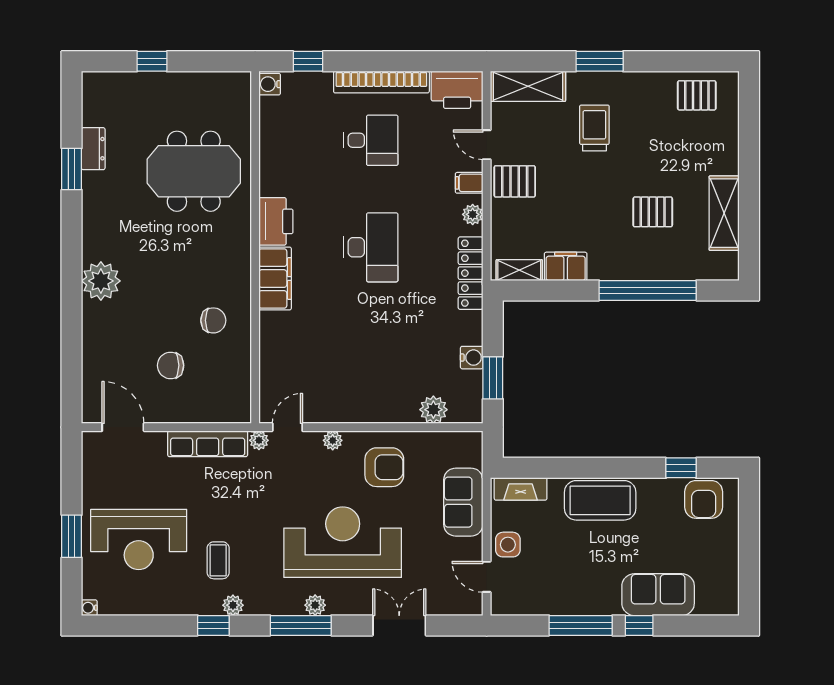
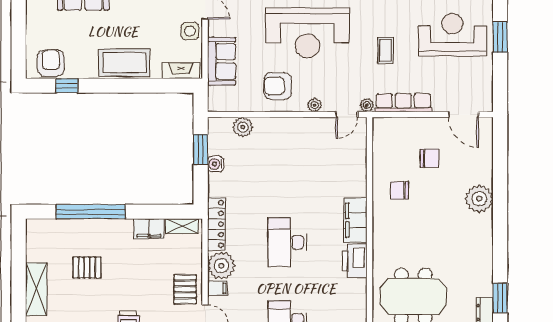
pallet: (515, 181) -> (185, 289), turned 90
shelving: (724, 213) -> (36, 289), moved
plant: (473, 214) -> (221, 266), width x1.88, depth x1.88
plant: (101, 281) -> (479, 199), moved
coffee table: (218, 560) -> (385, 50), moved

